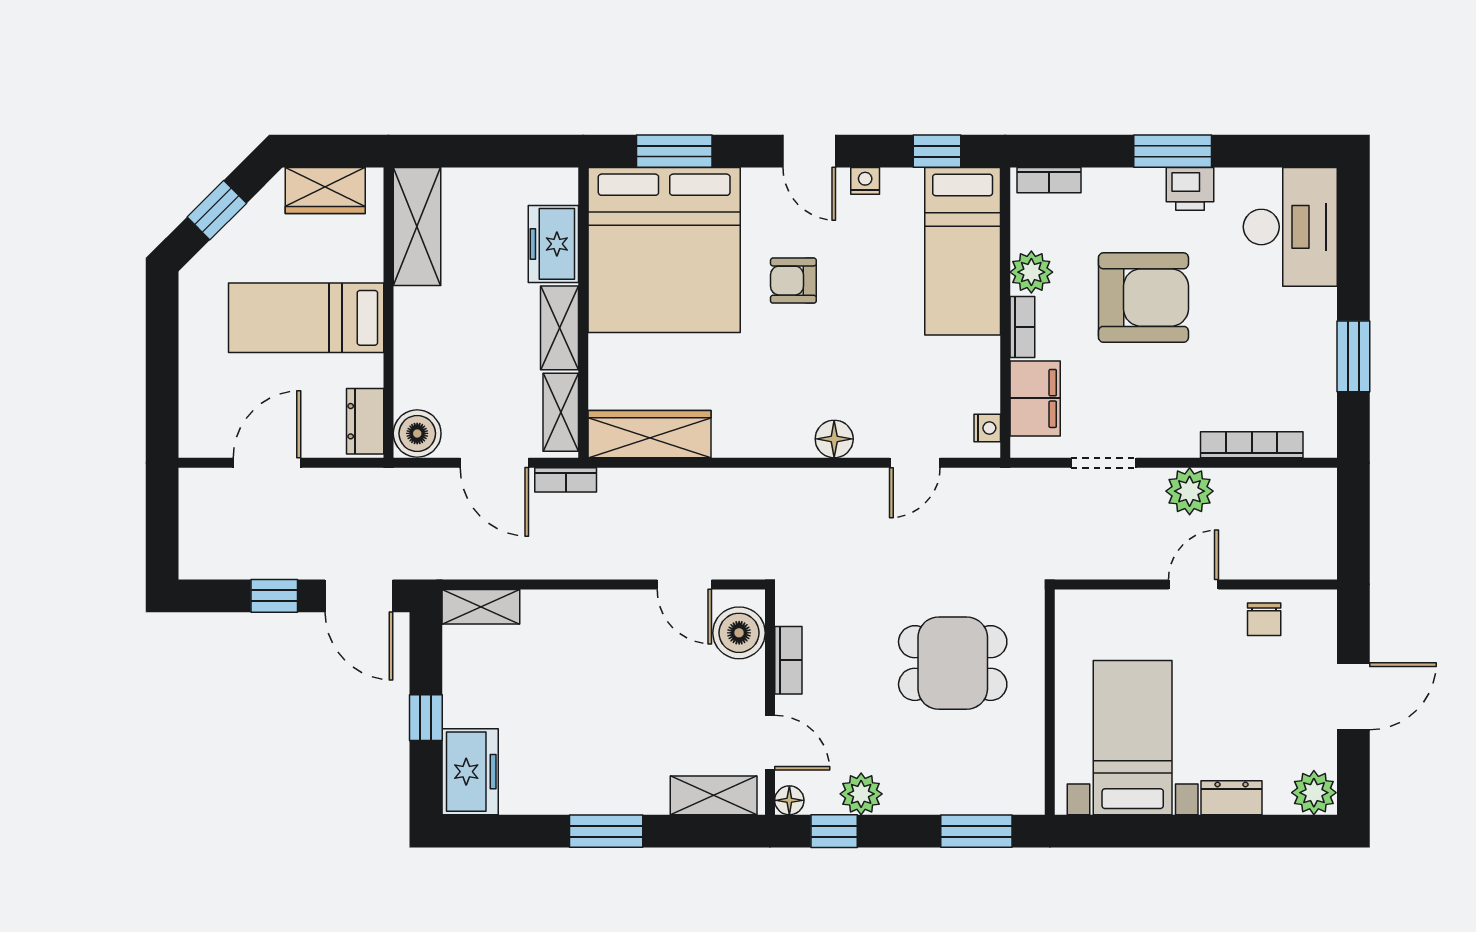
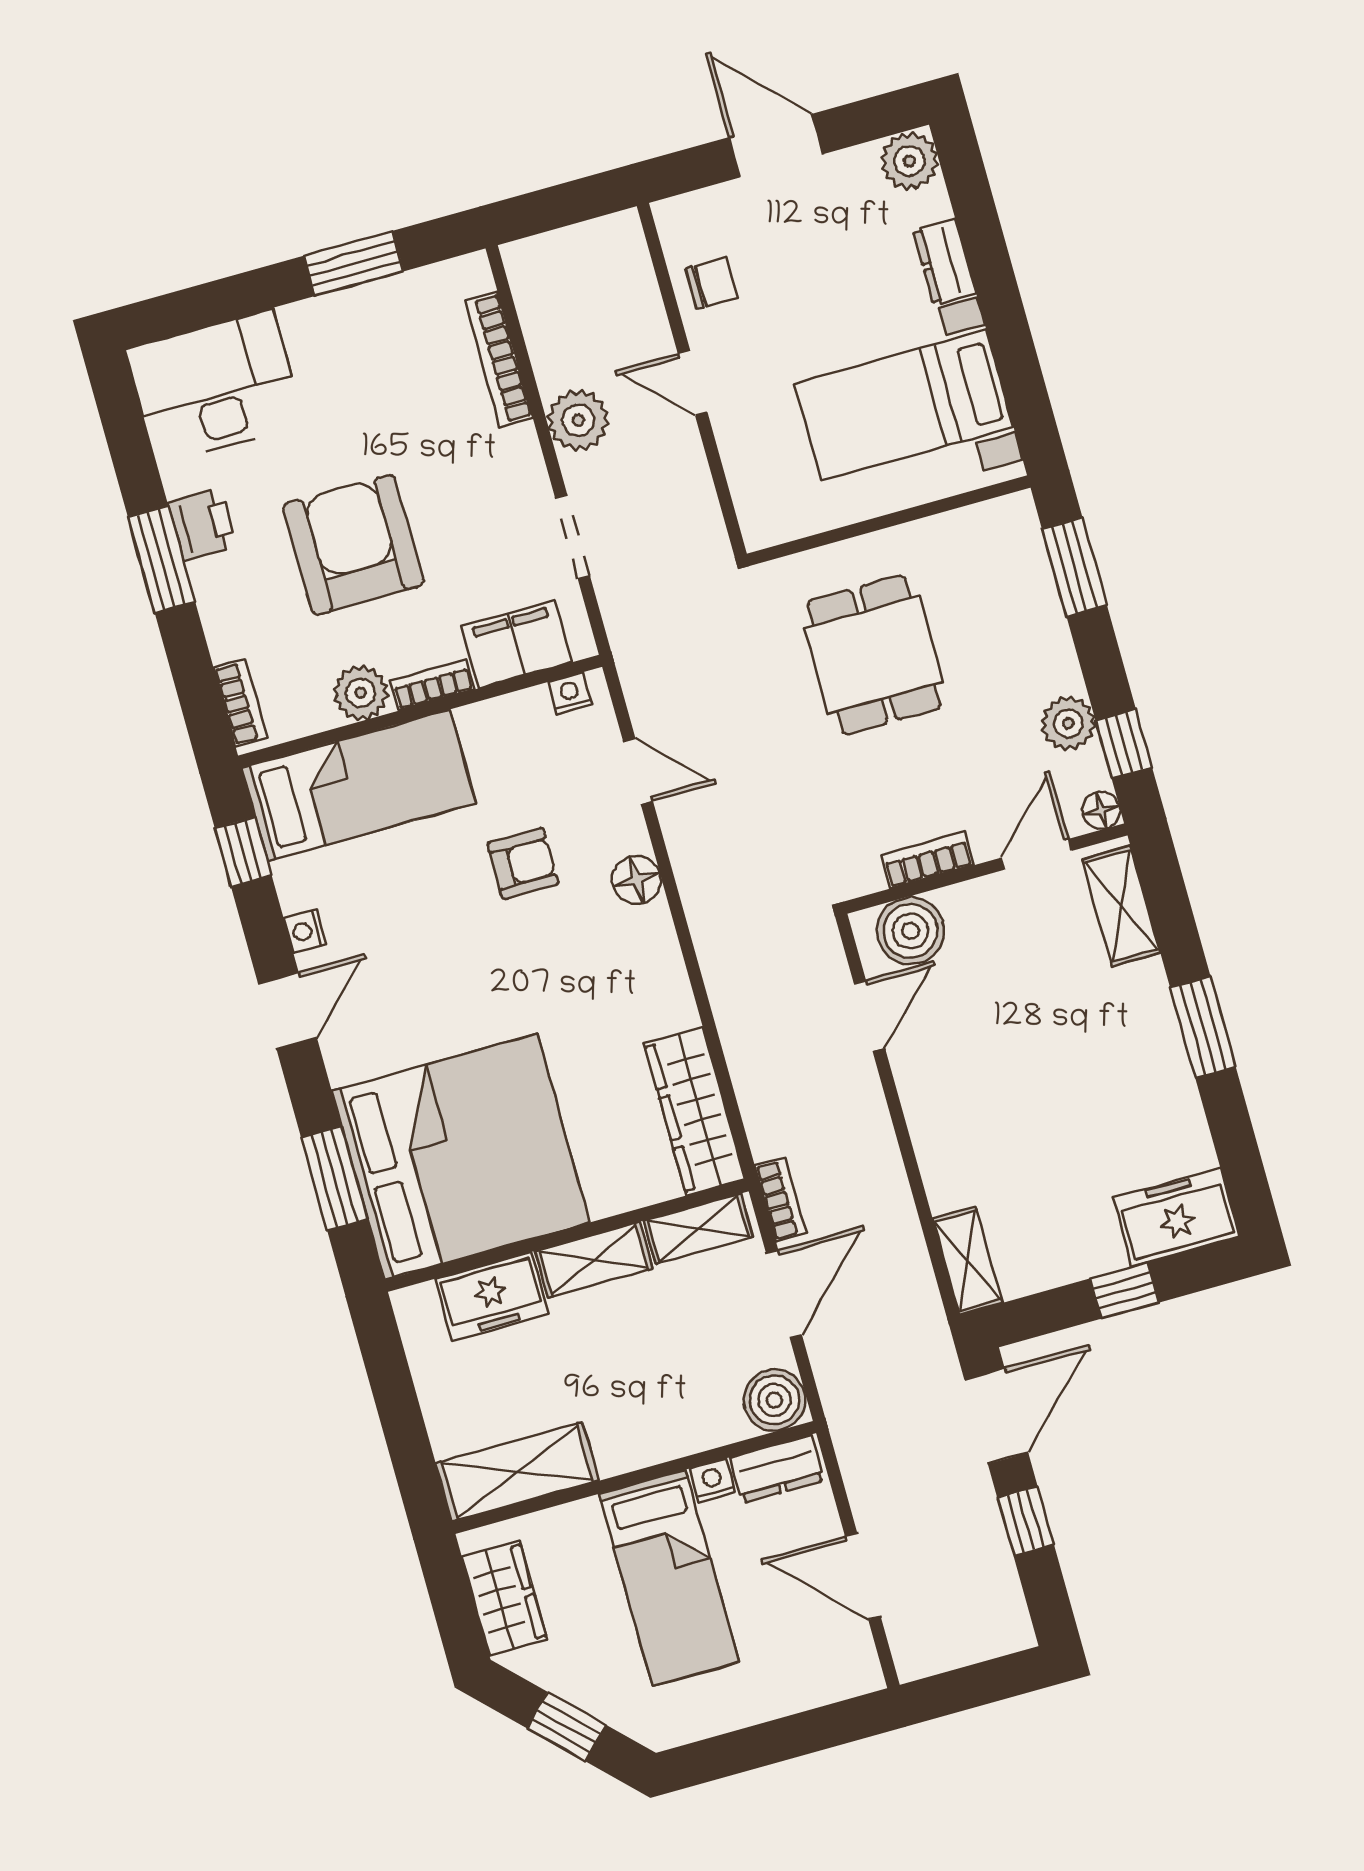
armchair: (793, 281) -> (523, 864), moved, turned -90
nightstand: (370, 370) -> (712, 1480), added

